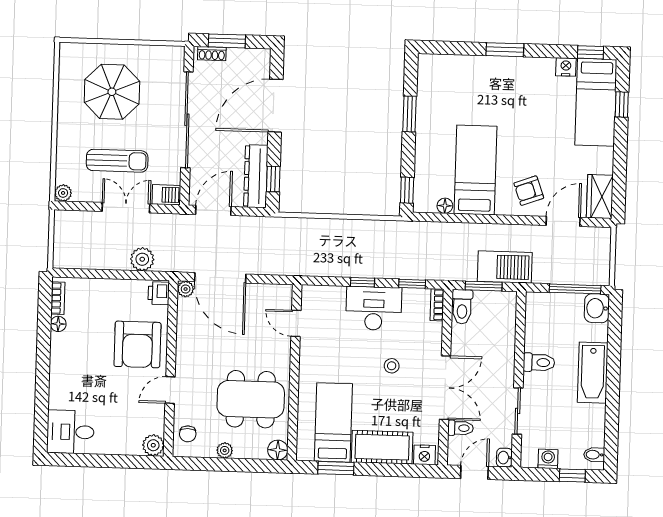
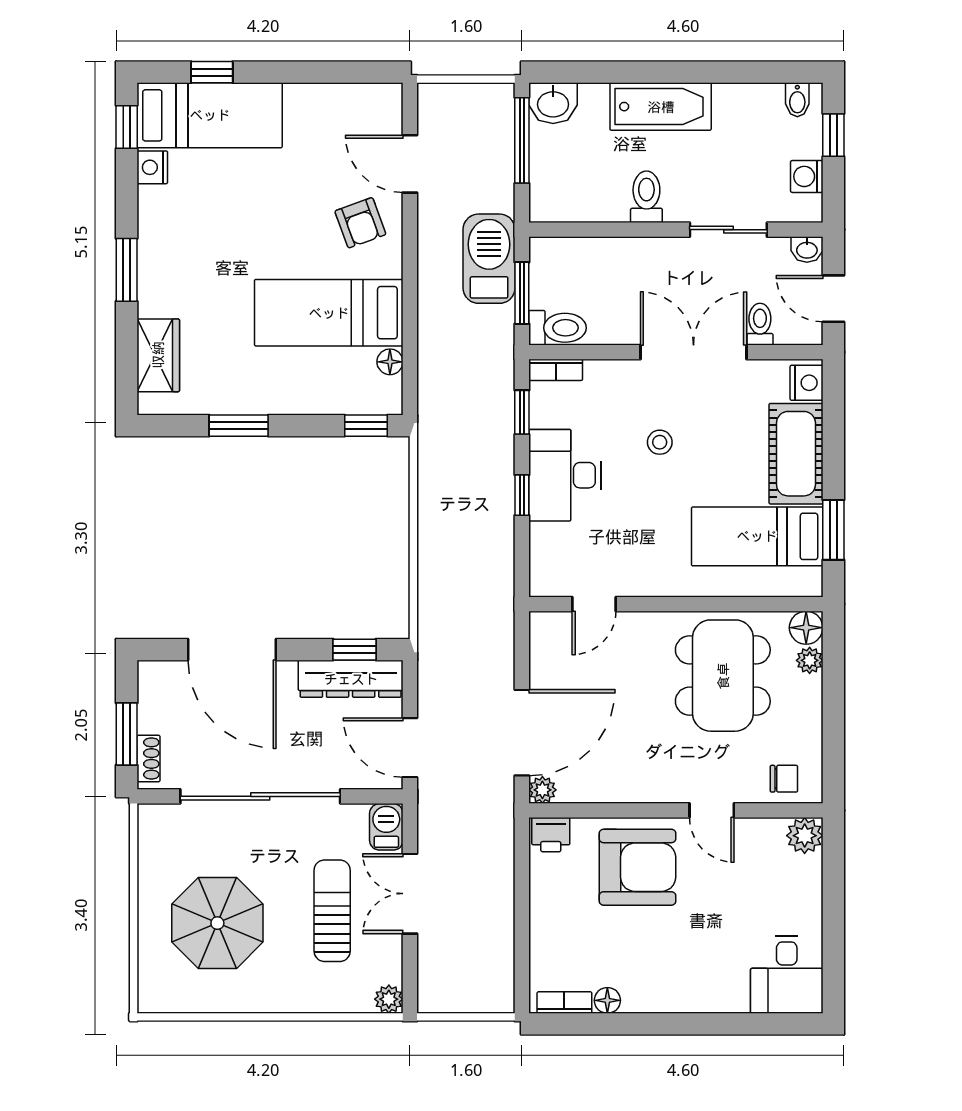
wardrobe: (600, 196) -> (158, 355), moved, turned -90
plant: (142, 259) -> (495, 864), removed
plant: (225, 450) -> (810, 660), moved

